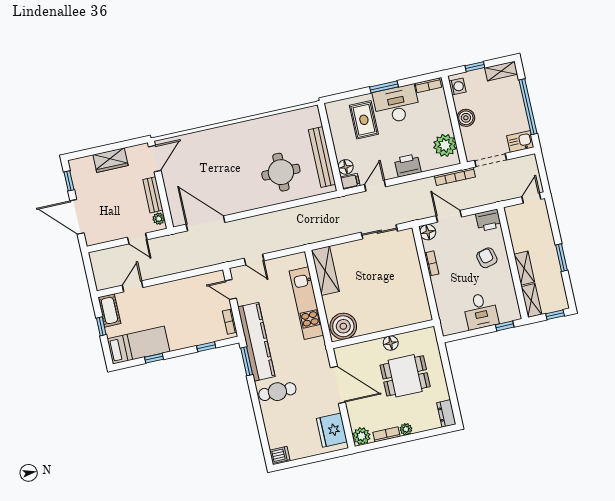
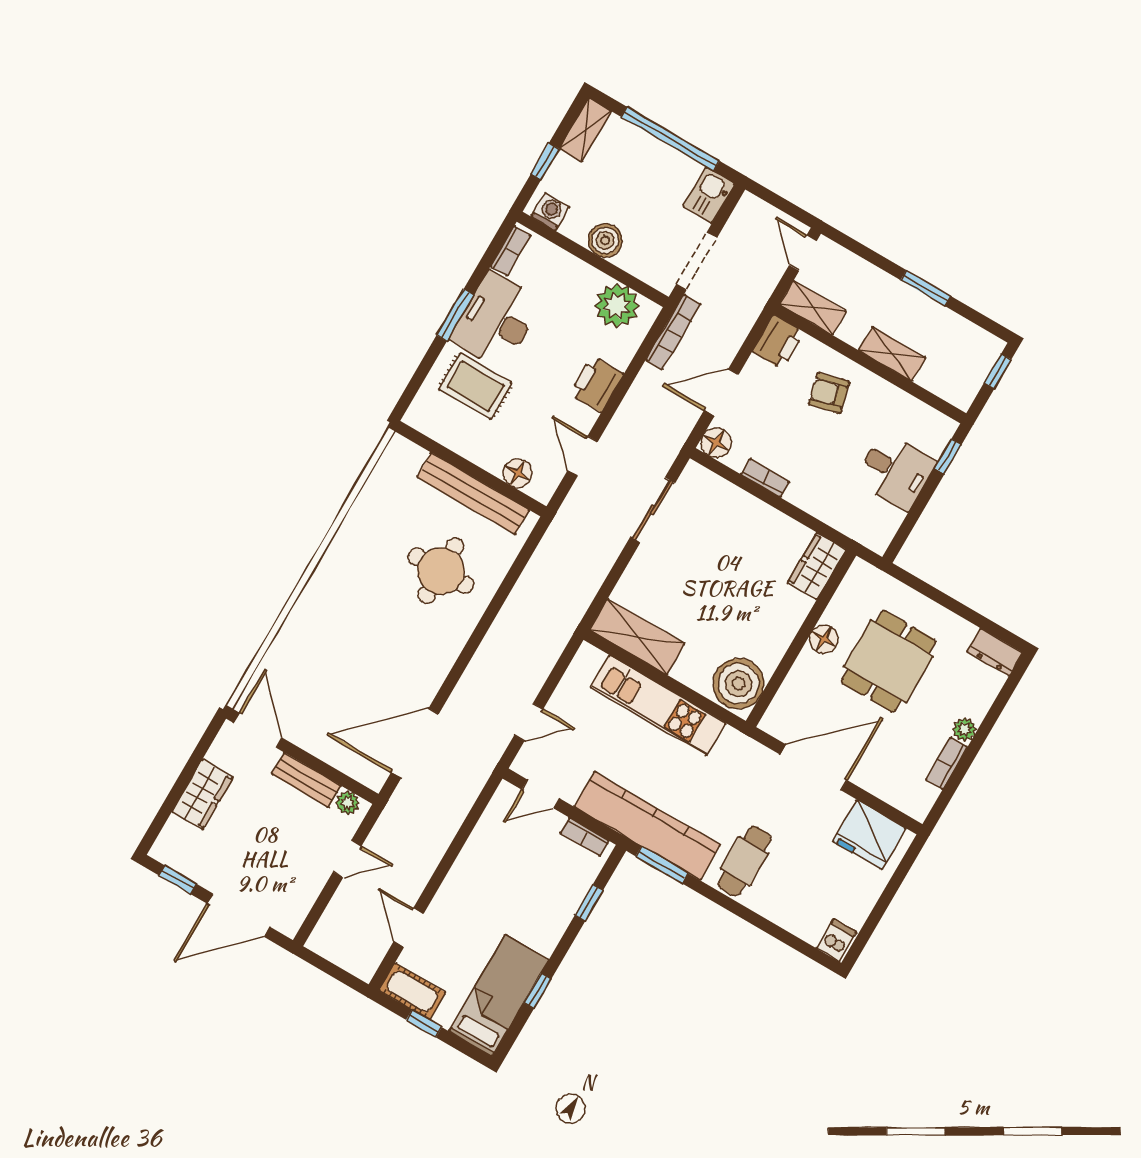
filing cabinet: (350, 181) -> (544, 486), removed
shelving: (531, 301) -> (813, 308), moved
wardrobe: (416, 315) -> (817, 566), added
plant: (361, 436) -> (916, 801), removed

